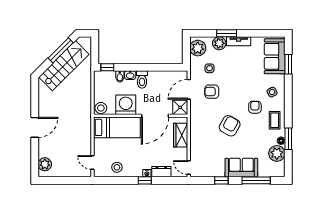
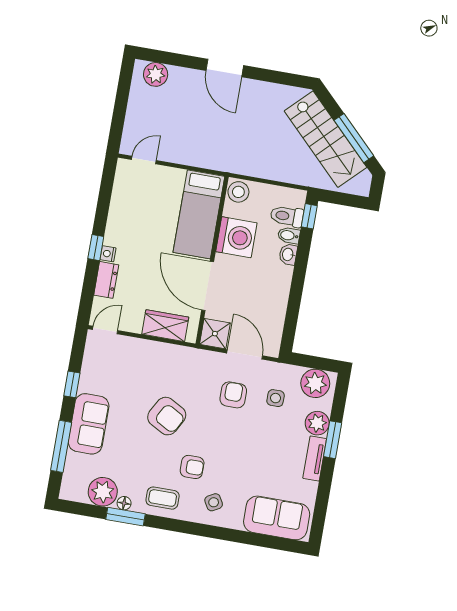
window: (288, 64) -> (258, 540), removed
toilet: (142, 79) -> (287, 216), moved
stool: (117, 167) -> (128, 202), removed

